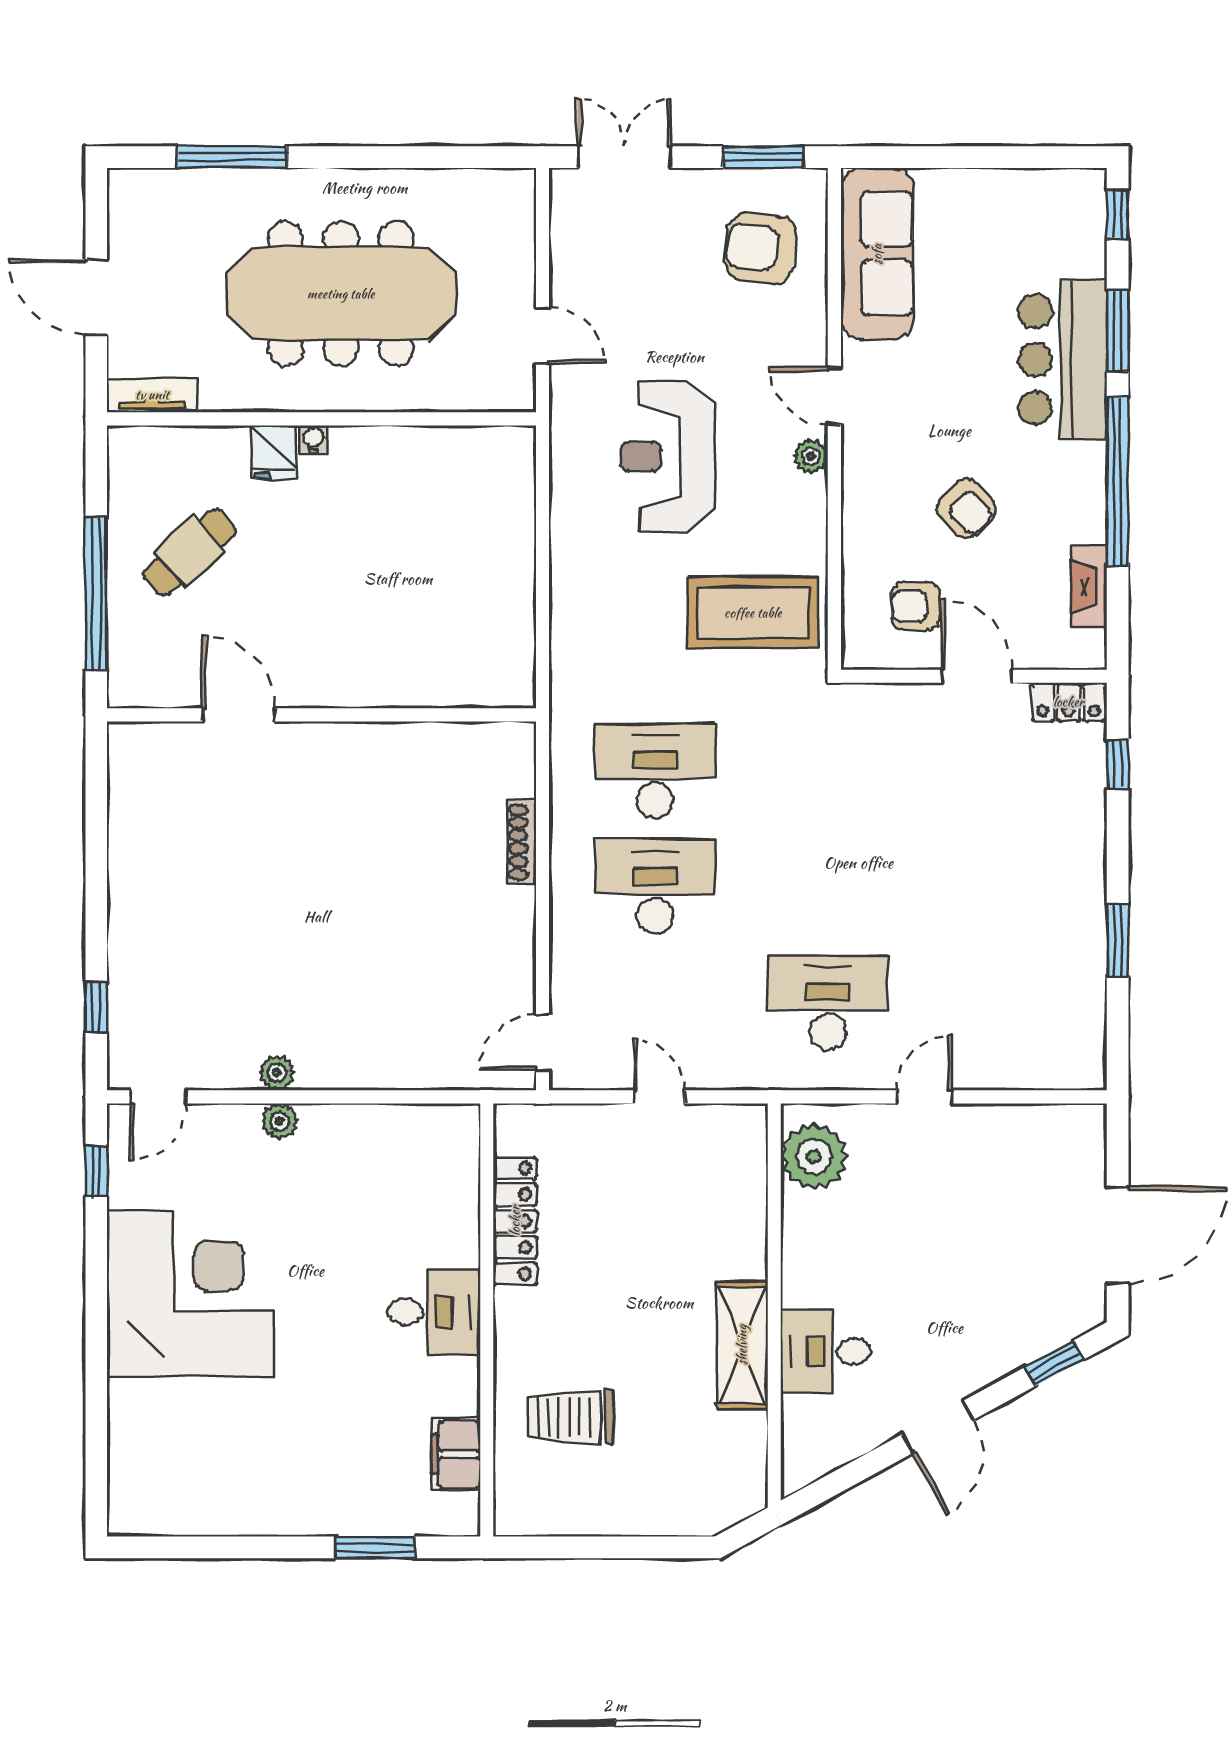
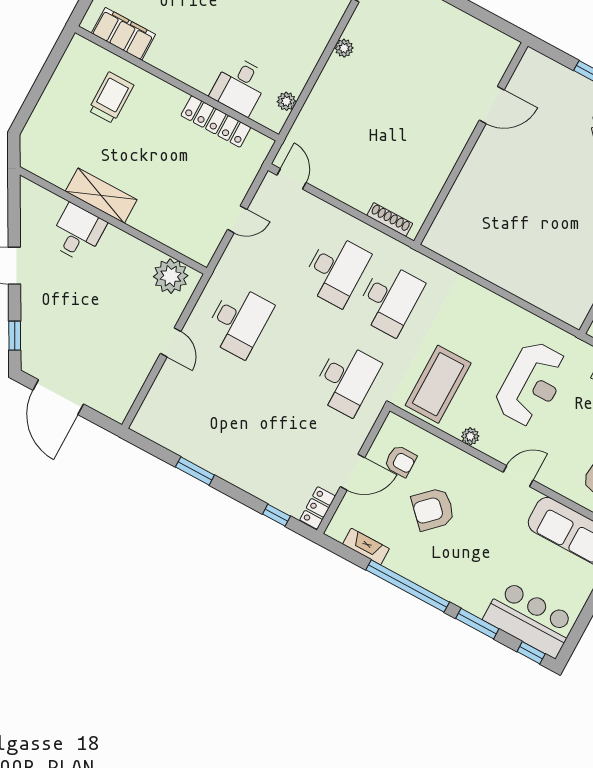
bar counter: (1063, 360) -> (530, 619), moved
reception desk: (668, 456) -> (532, 384), turned 90
plant: (811, 456) -> (470, 436), moved
armchair: (966, 508) -> (433, 509), width x1.38, depth x1.38
armchair: (915, 606) -> (400, 461), turned 90
door: (239, 715) -> (492, 105), moved
wall: (322, 715) -> (471, 143), moved
desk: (828, 771) -> (346, 379), added
plant: (279, 1121) -> (286, 101), moved
desk: (434, 1312) -> (240, 86), moved
filing cabinet: (456, 1454) -> (123, 34), width x1.50, depth x1.17

